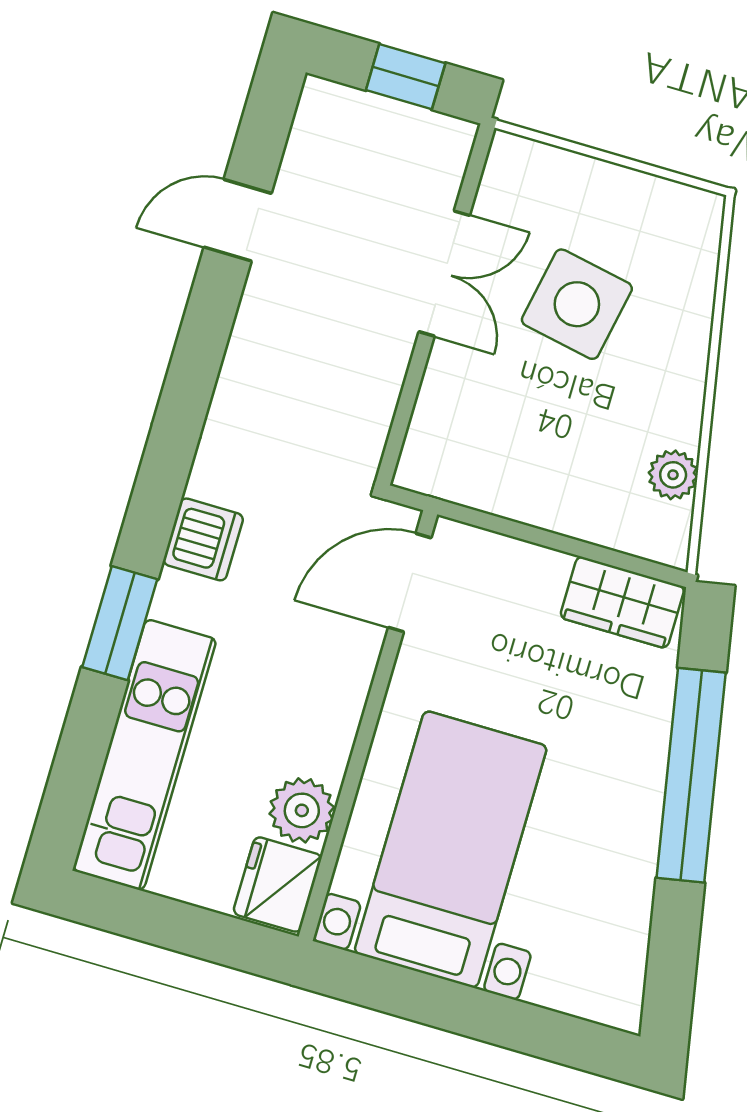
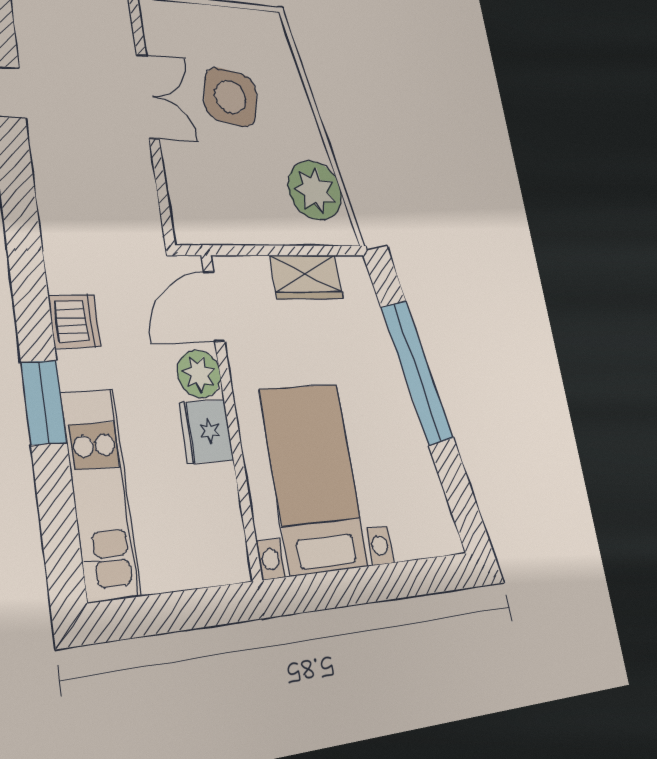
plant: (673, 475) -> (315, 190), width x1.88, depth x1.88
wardrobe: (622, 602) -> (306, 277), moved
plant: (302, 810) -> (199, 374), moved
fridge: (278, 885) -> (206, 431), moved

